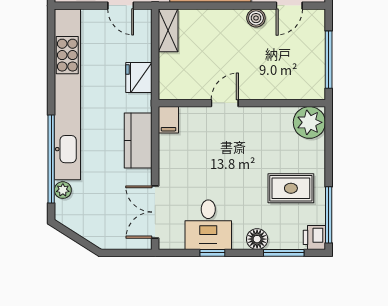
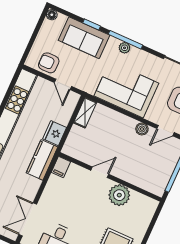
plant: (309, 122) -> (119, 195), moved
kitchen counter: (138, 140) -> (42, 160), moved

